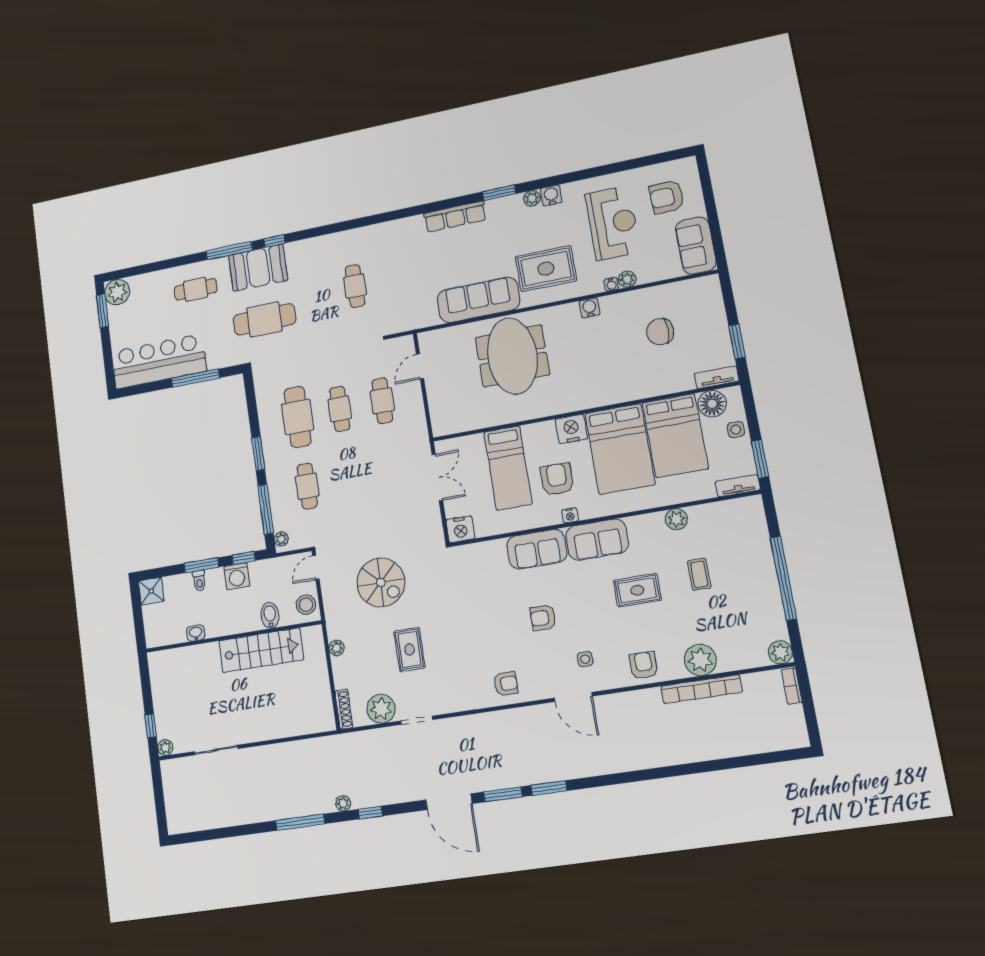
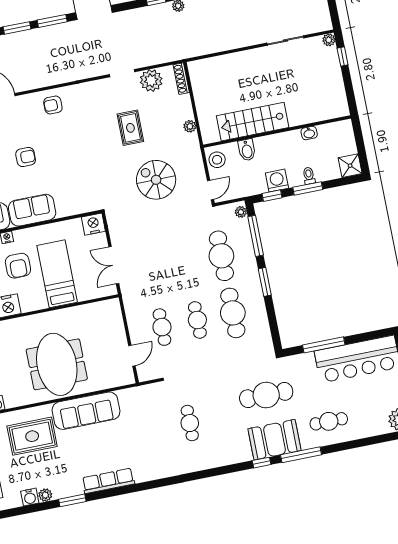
cafe table: (307, 486) -> (221, 256), width x1.37, depth x1.35

